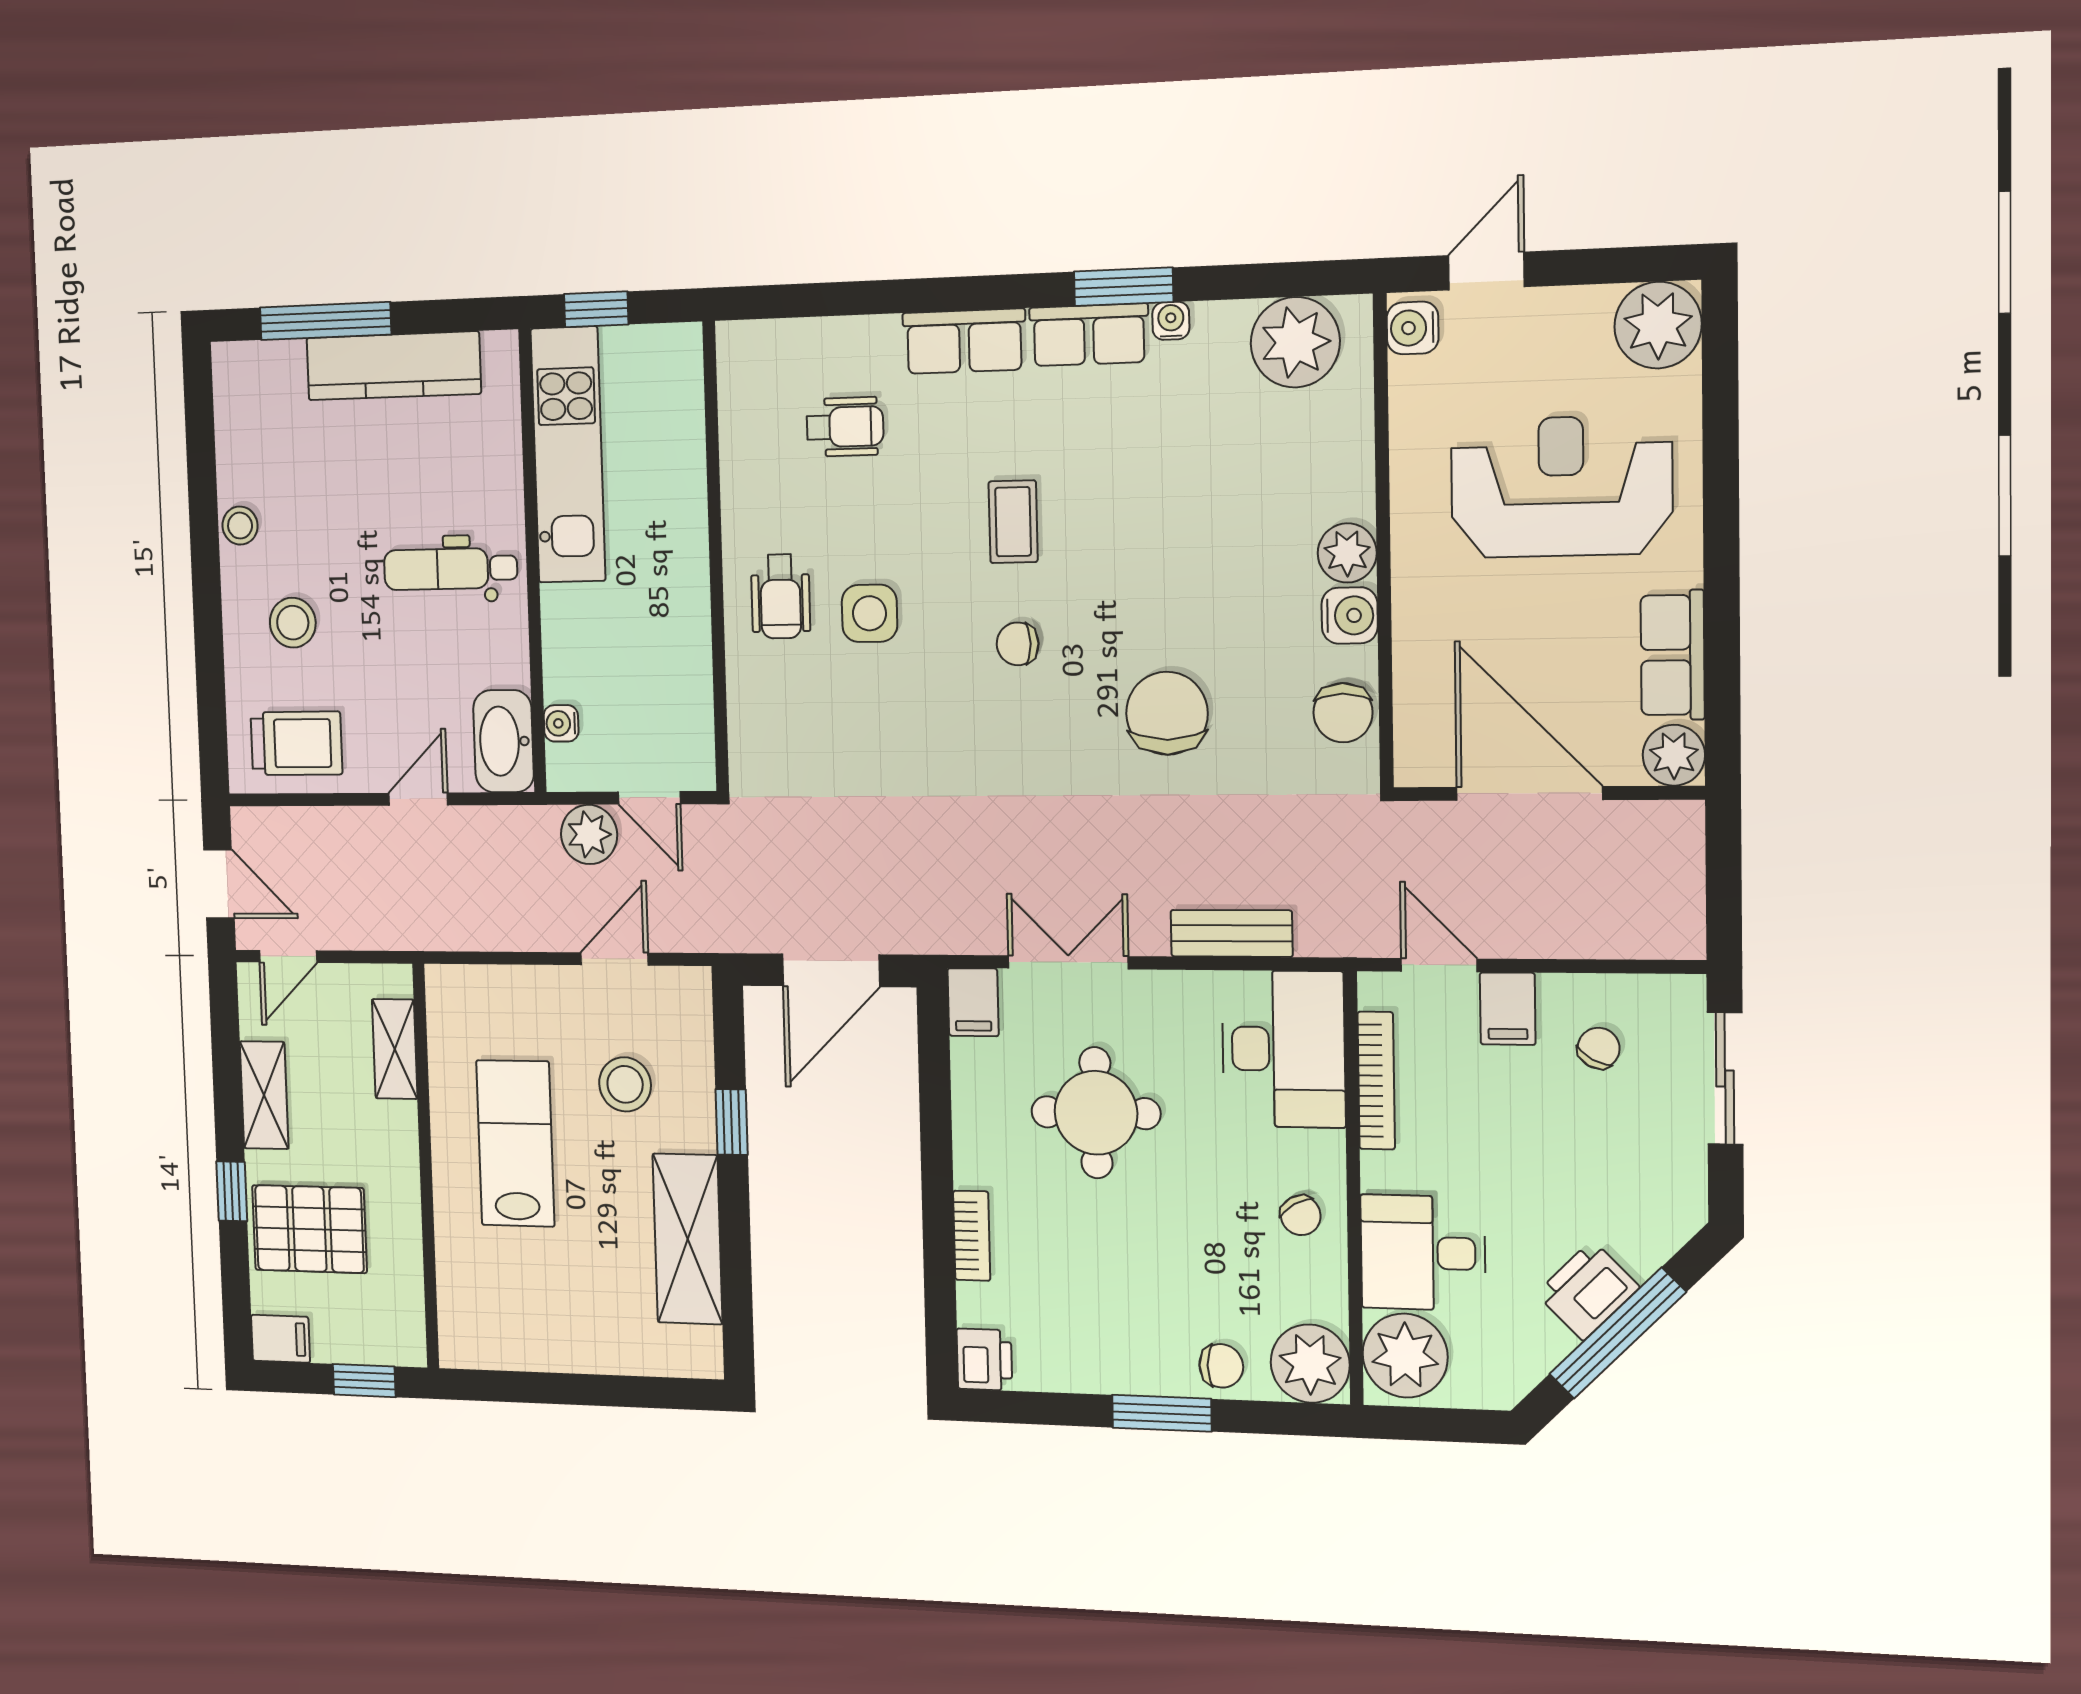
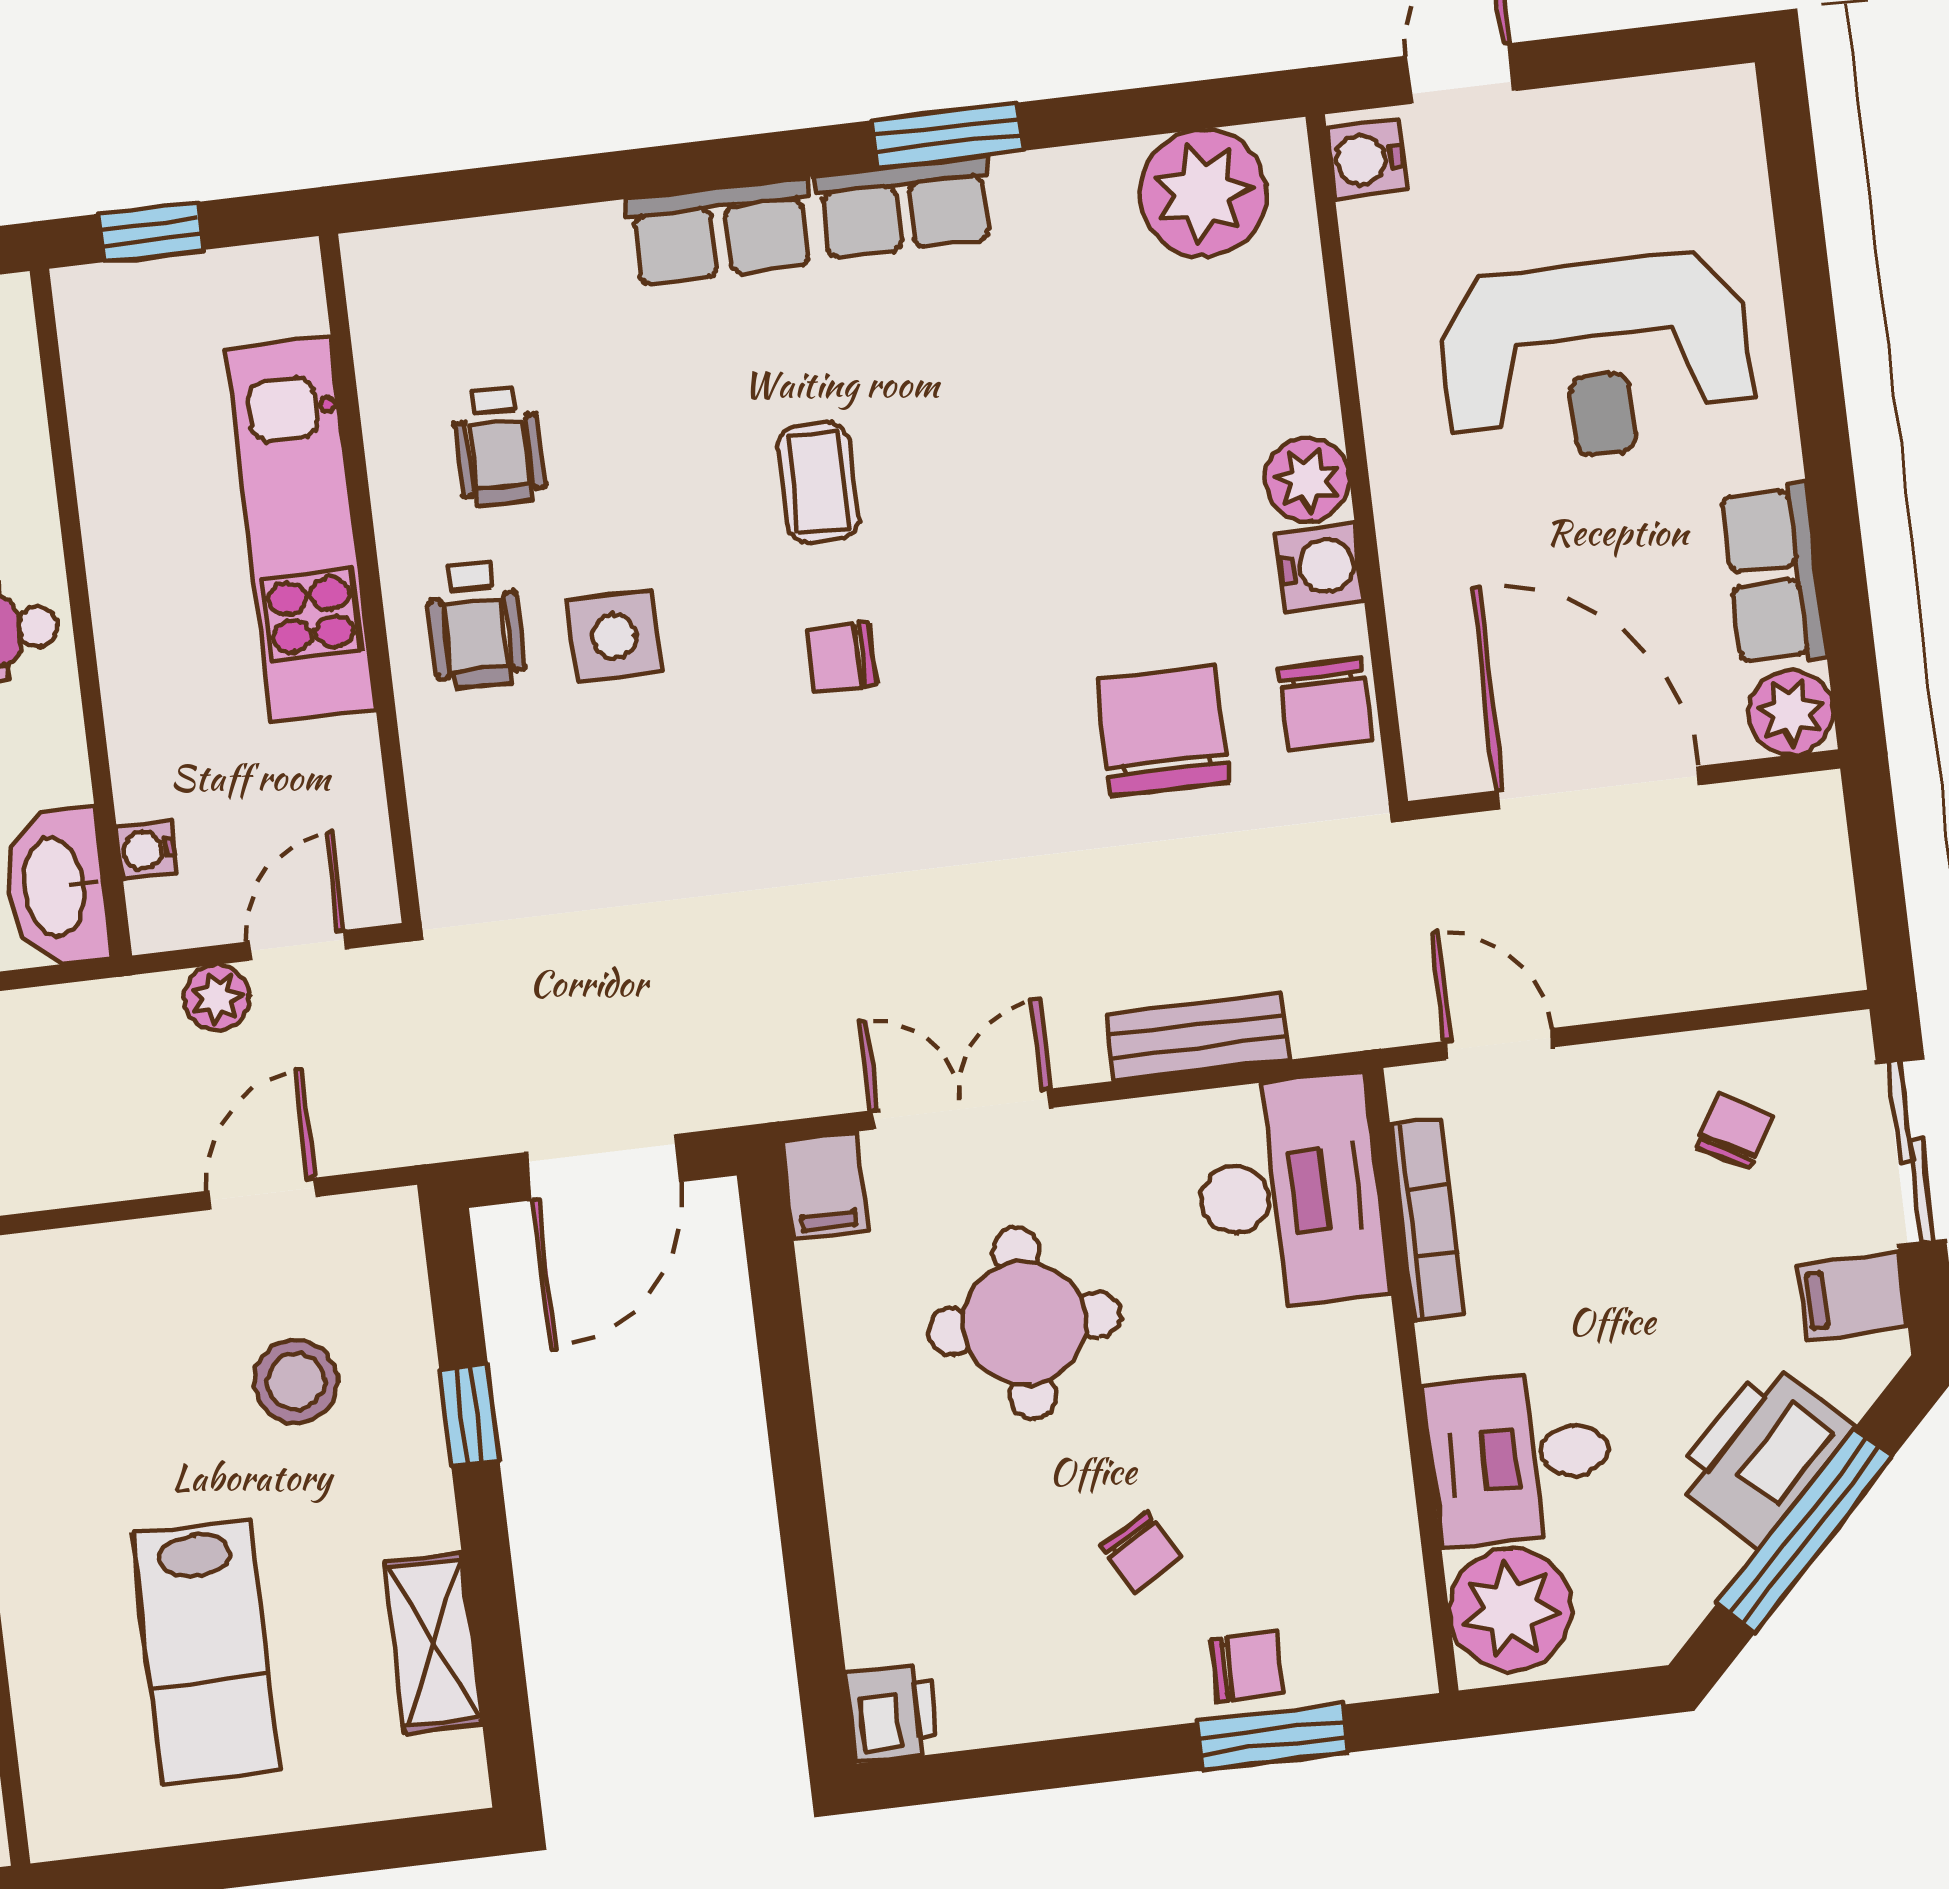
water cooler: (1171, 321) -> (1021, 178), removed
plant: (1658, 325) -> (1703, 128), removed
wheelchair: (845, 427) -> (499, 446), moved, turned 90
kitchen unit: (568, 455) -> (301, 529), moved, turned 180
reception desk: (1561, 487) -> (1596, 359), turned 180
chair: (1167, 713) -> (1163, 730), moved
door: (649, 798) -> (297, 945), swing flipped
plant: (589, 834) -> (217, 998), width x0.73, depth x0.73
filing cabinet: (1508, 1009) -> (1853, 1296), moved, turned 90
lab bench: (515, 1143) -> (206, 1652), moved, turned 180
chair: (1301, 1215) -> (1141, 1551), moved
bookcase: (972, 1236) -> (856, 1531), removed
shelving: (688, 1239) -> (434, 1643), width x0.67, depth x0.75
printer: (1588, 1290) -> (1762, 1454), width x1.37, depth x1.19
plant: (1310, 1364) -> (1375, 1643), removed
window: (1162, 1413) -> (1272, 1738), moved

